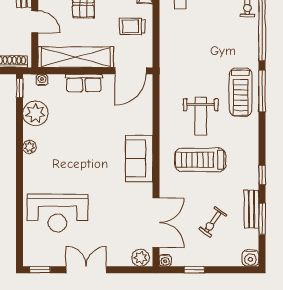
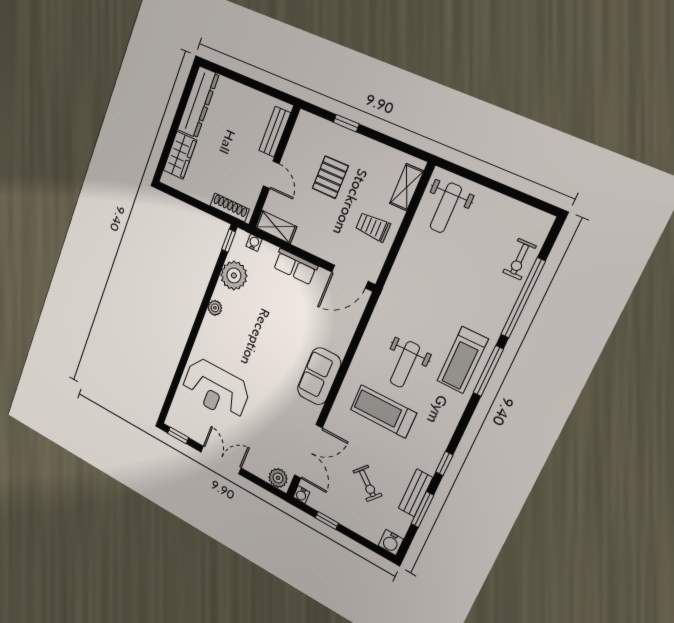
shelving: (76, 57) -> (276, 227), width x0.45, depth x0.75
exercise bike: (213, 222) -> (367, 483), turned -86

